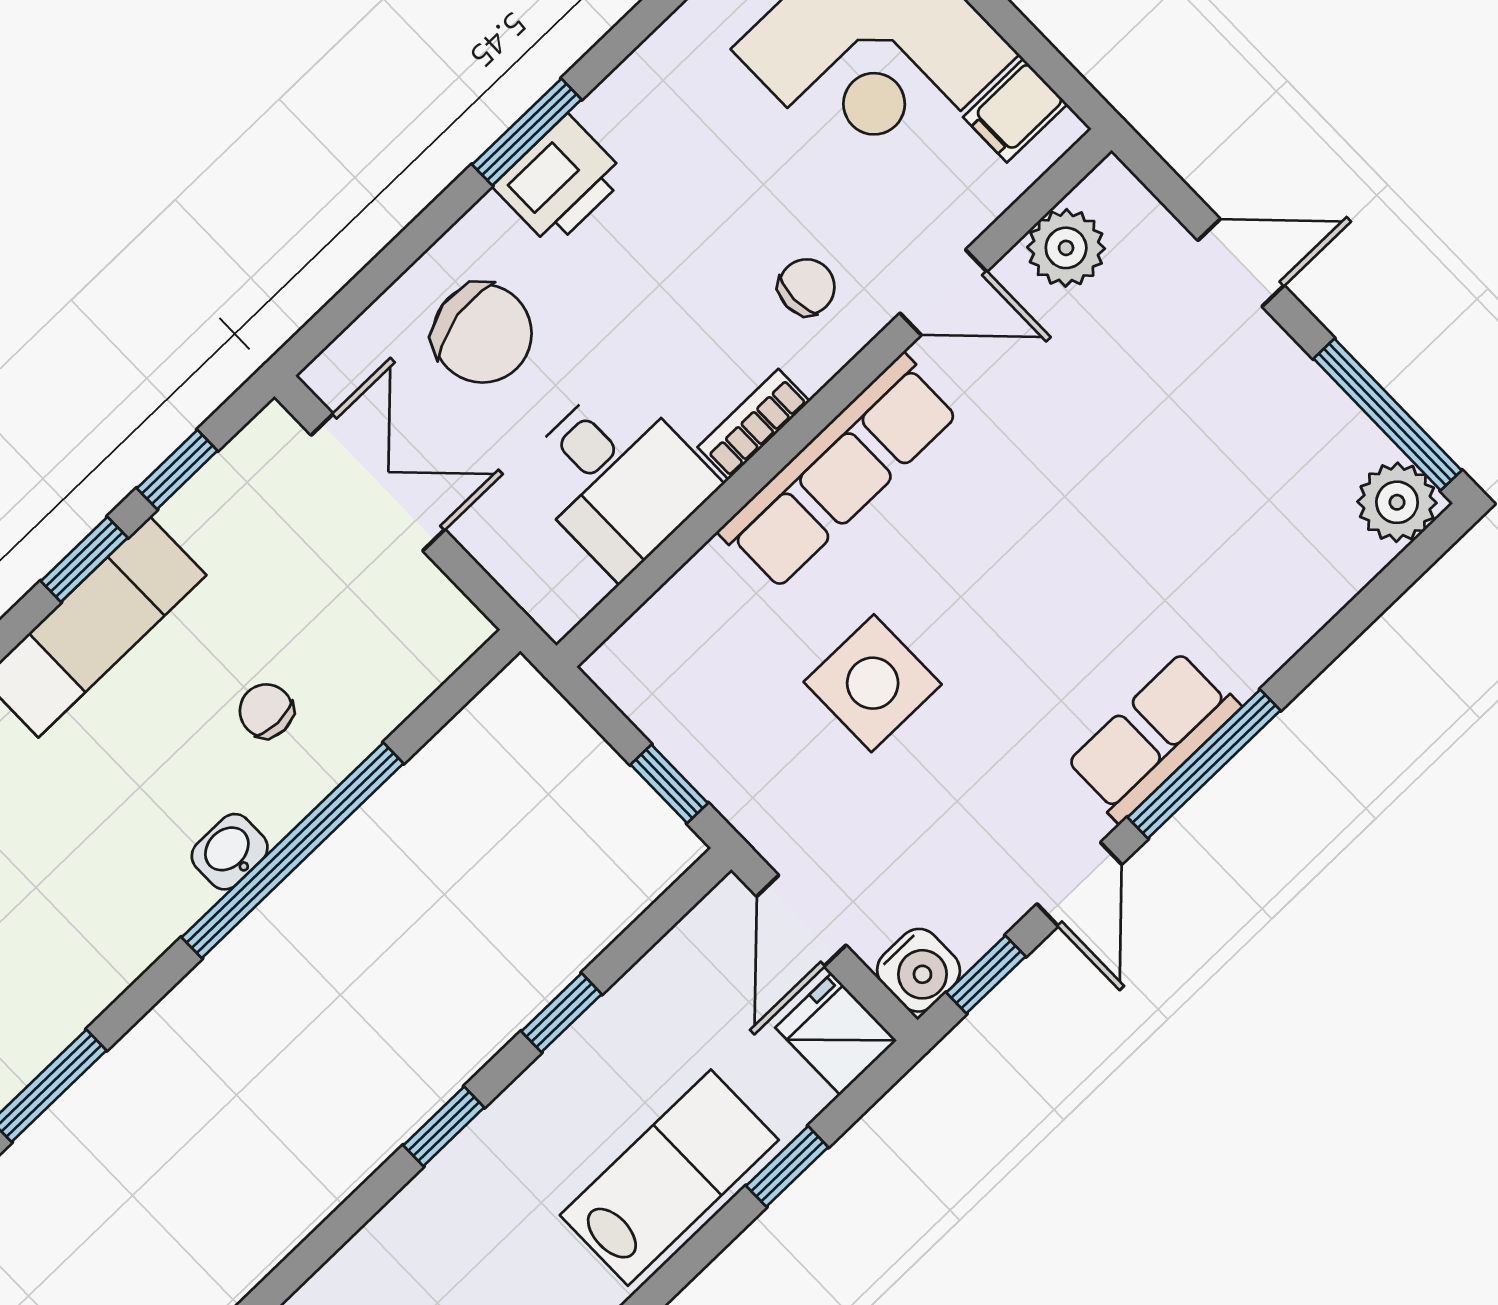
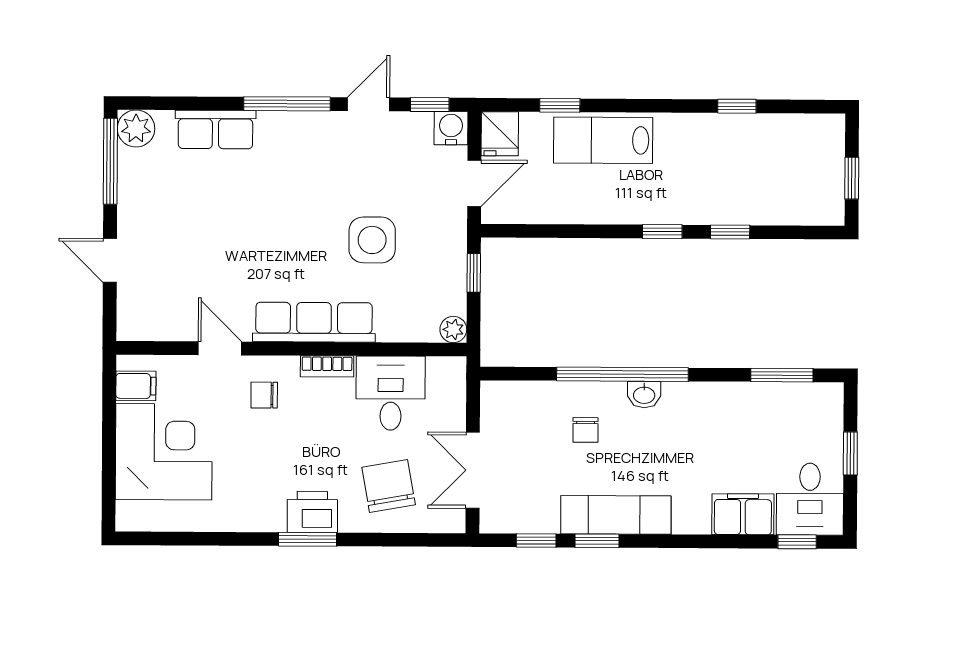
plant: (1066, 248) -> (453, 329), moved, width x0.73, depth x0.73
row of seats: (1153, 737) -> (215, 129), moved
window: (561, 1013) -> (730, 232), moved

